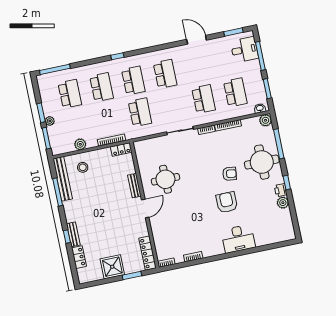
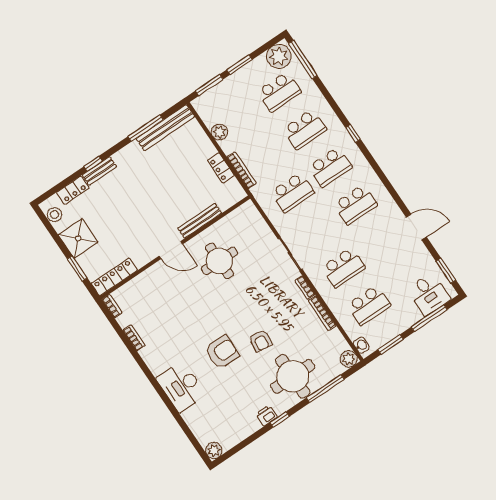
door: (197, 40) -> (416, 227), hinge flipped
plant: (50, 121) -> (279, 56), moved, width x1.88, depth x1.88
locker: (121, 149) -> (221, 168), moved
stool: (83, 167) -> (55, 215), moved
bench: (134, 186) -> (200, 221), width x1.36
plant: (283, 203) -> (214, 450), moved

